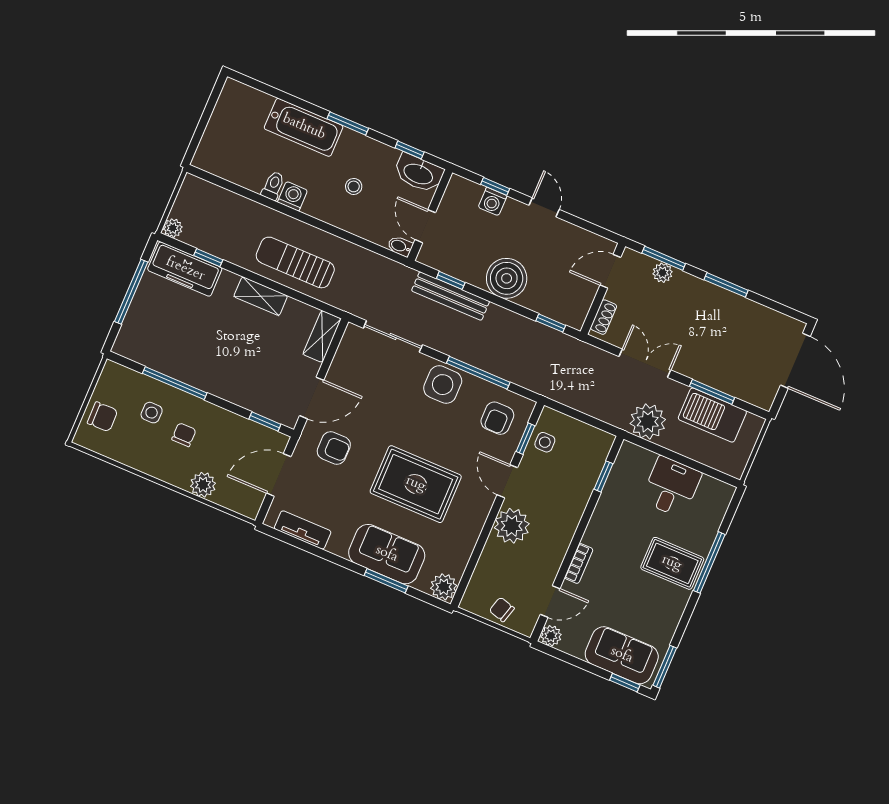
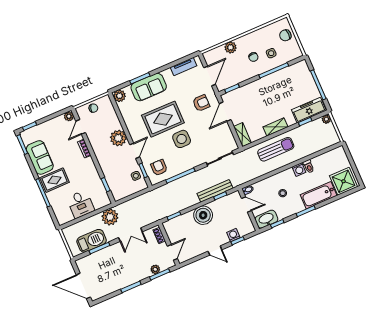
shower: (245, 109) -> (344, 181), added
side table: (443, 385) -> (182, 139), moved
armchair: (334, 448) -> (201, 103), turned 180
door: (507, 481) -> (135, 151), hinge flipped
sofa: (622, 655) -> (40, 157), moved, turned -90

